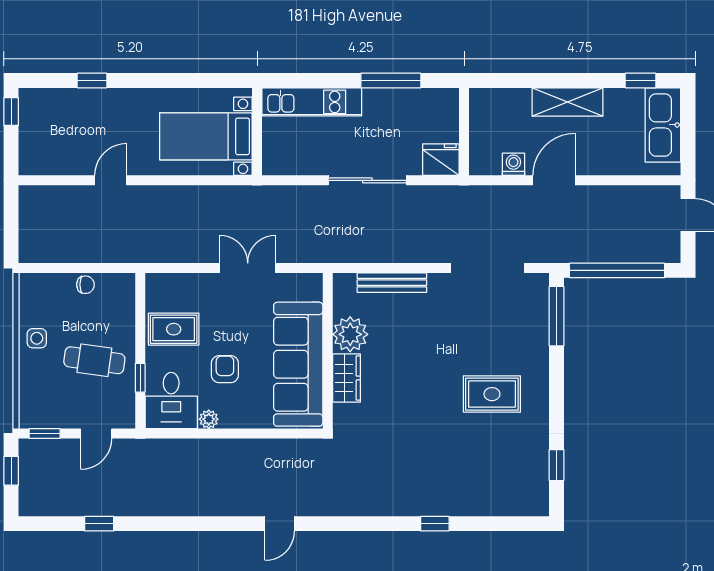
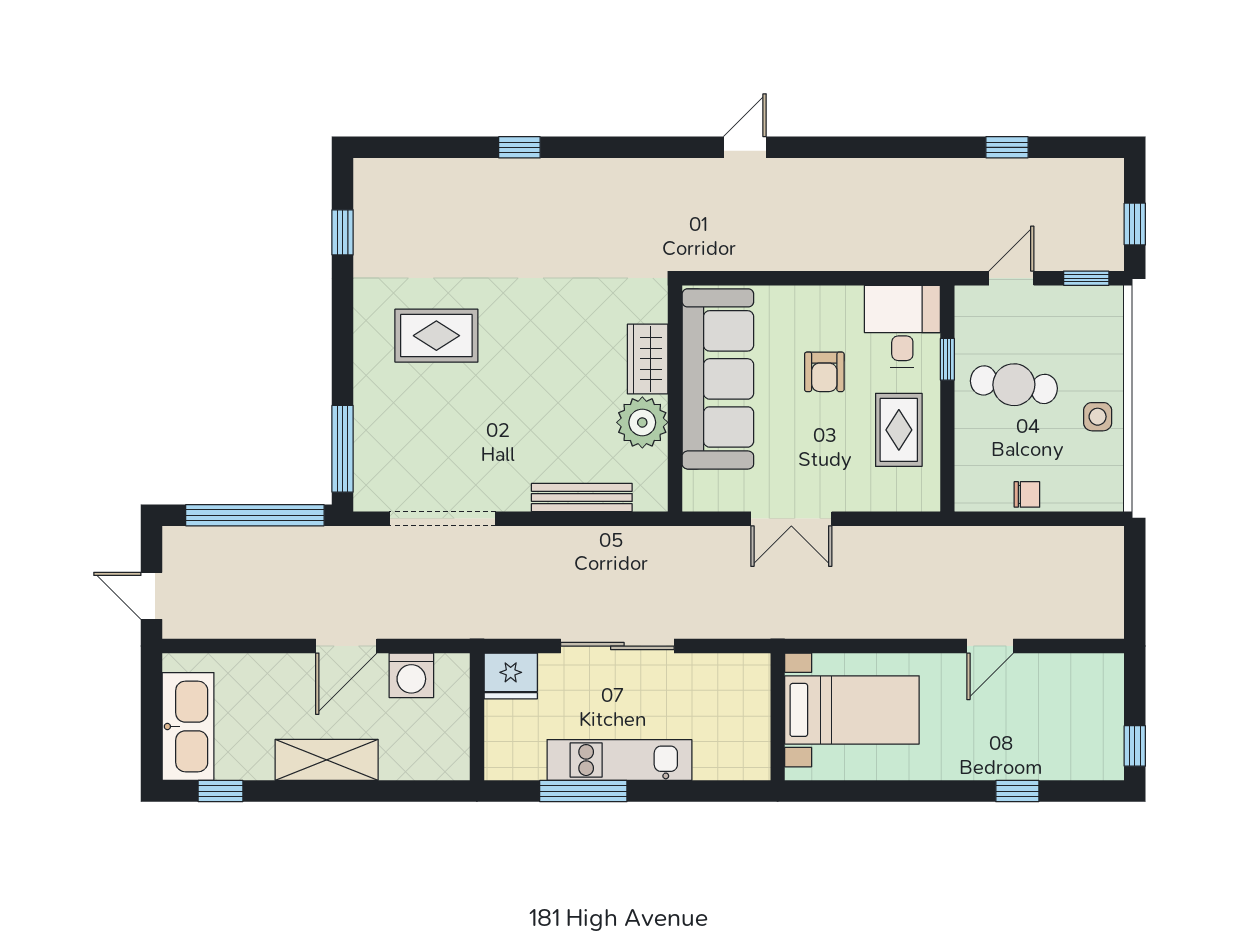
kitchen unit: (312, 102) -> (619, 760), moved
washing machine: (513, 164) -> (411, 675), width x1.38, depth x1.38
chair: (85, 285) -> (1027, 494), turned 180
rug: (174, 329) -> (899, 430), turned 90
plant: (209, 419) -> (848, 299), removed

